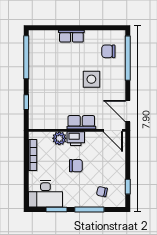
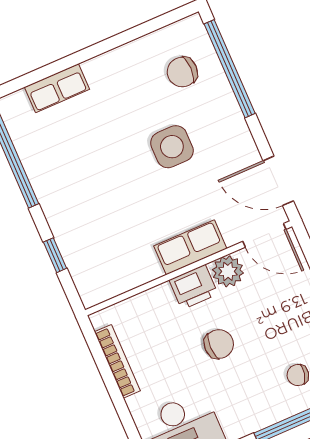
row of seats: (71, 36) -> (57, 88), moved
plant: (59, 138) -> (228, 271), moved

